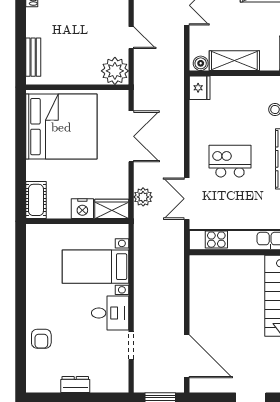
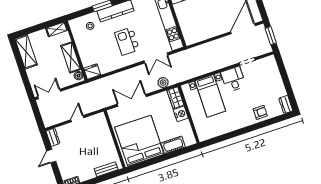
plant: (115, 71) -> (99, 122), removed
cot: (36, 200) -> (173, 145), moved
dresser: (75, 385) -> (286, 104), moved

